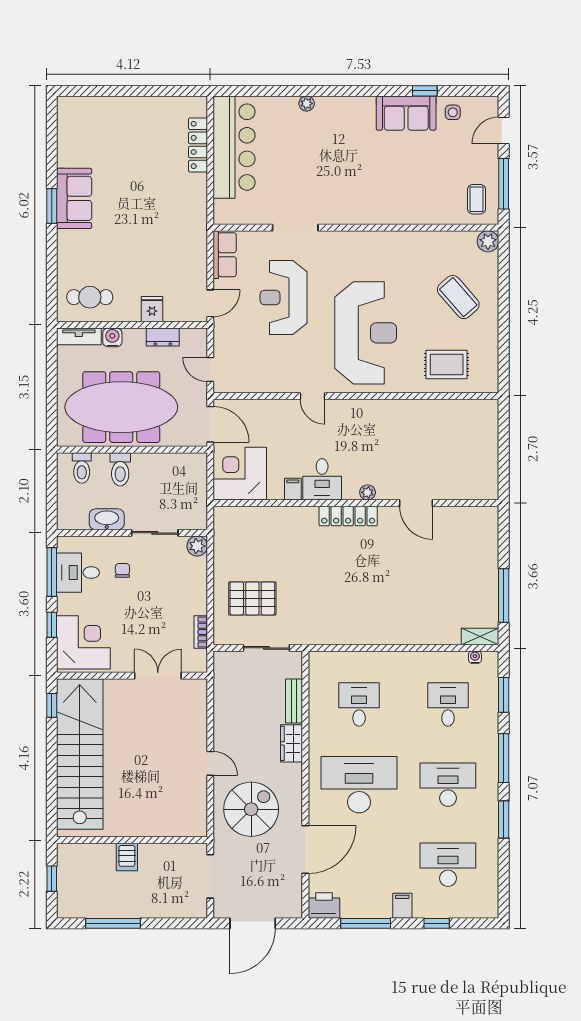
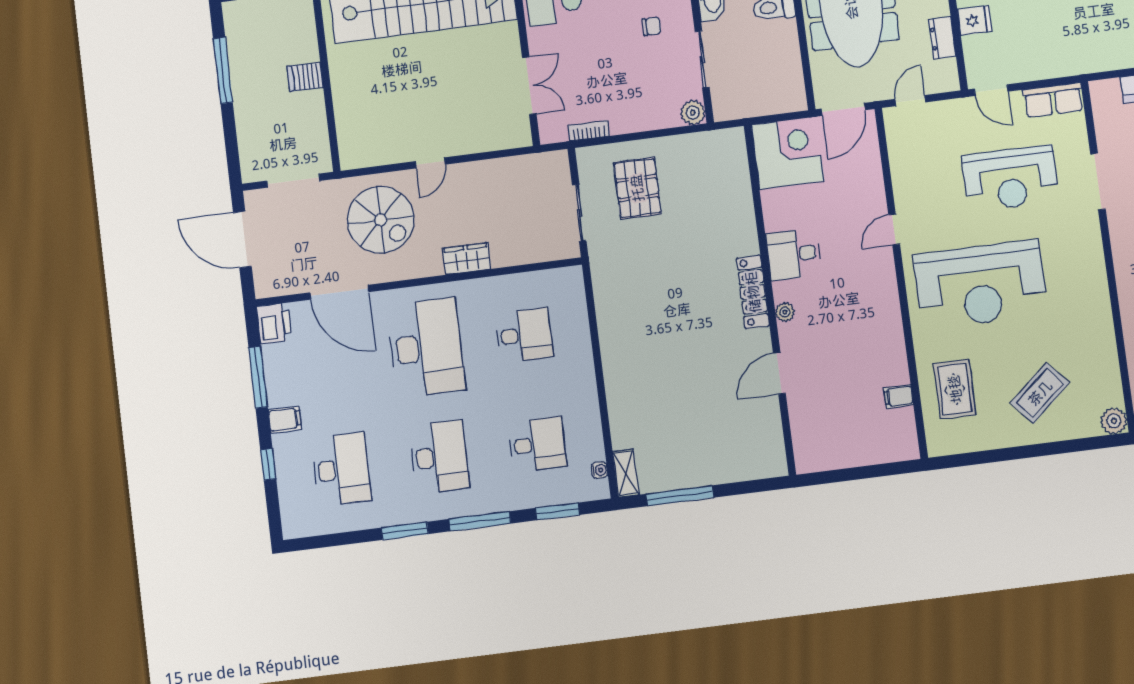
reception desk: (284, 297) -> (1010, 178), turned 180
filing cabinet: (293, 489) -> (899, 396), moved, turned 180
bench: (294, 701) -> (519, 255), removed

